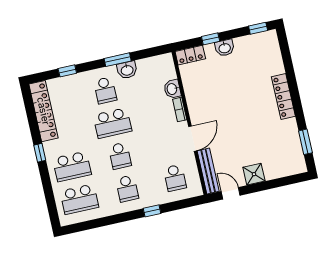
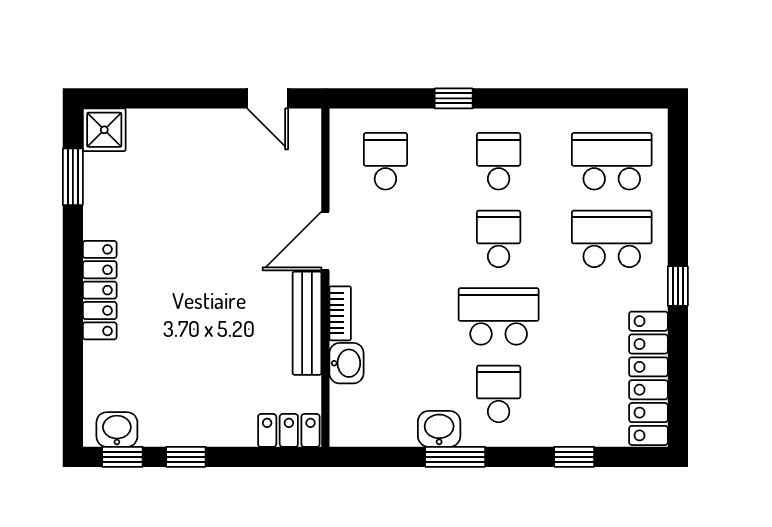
window: (211, 39) -> (186, 457), moved
washbasin: (225, 48) -> (117, 430), moved
bench: (208, 171) -> (307, 323), moved
shower: (254, 174) -> (104, 130), moved

